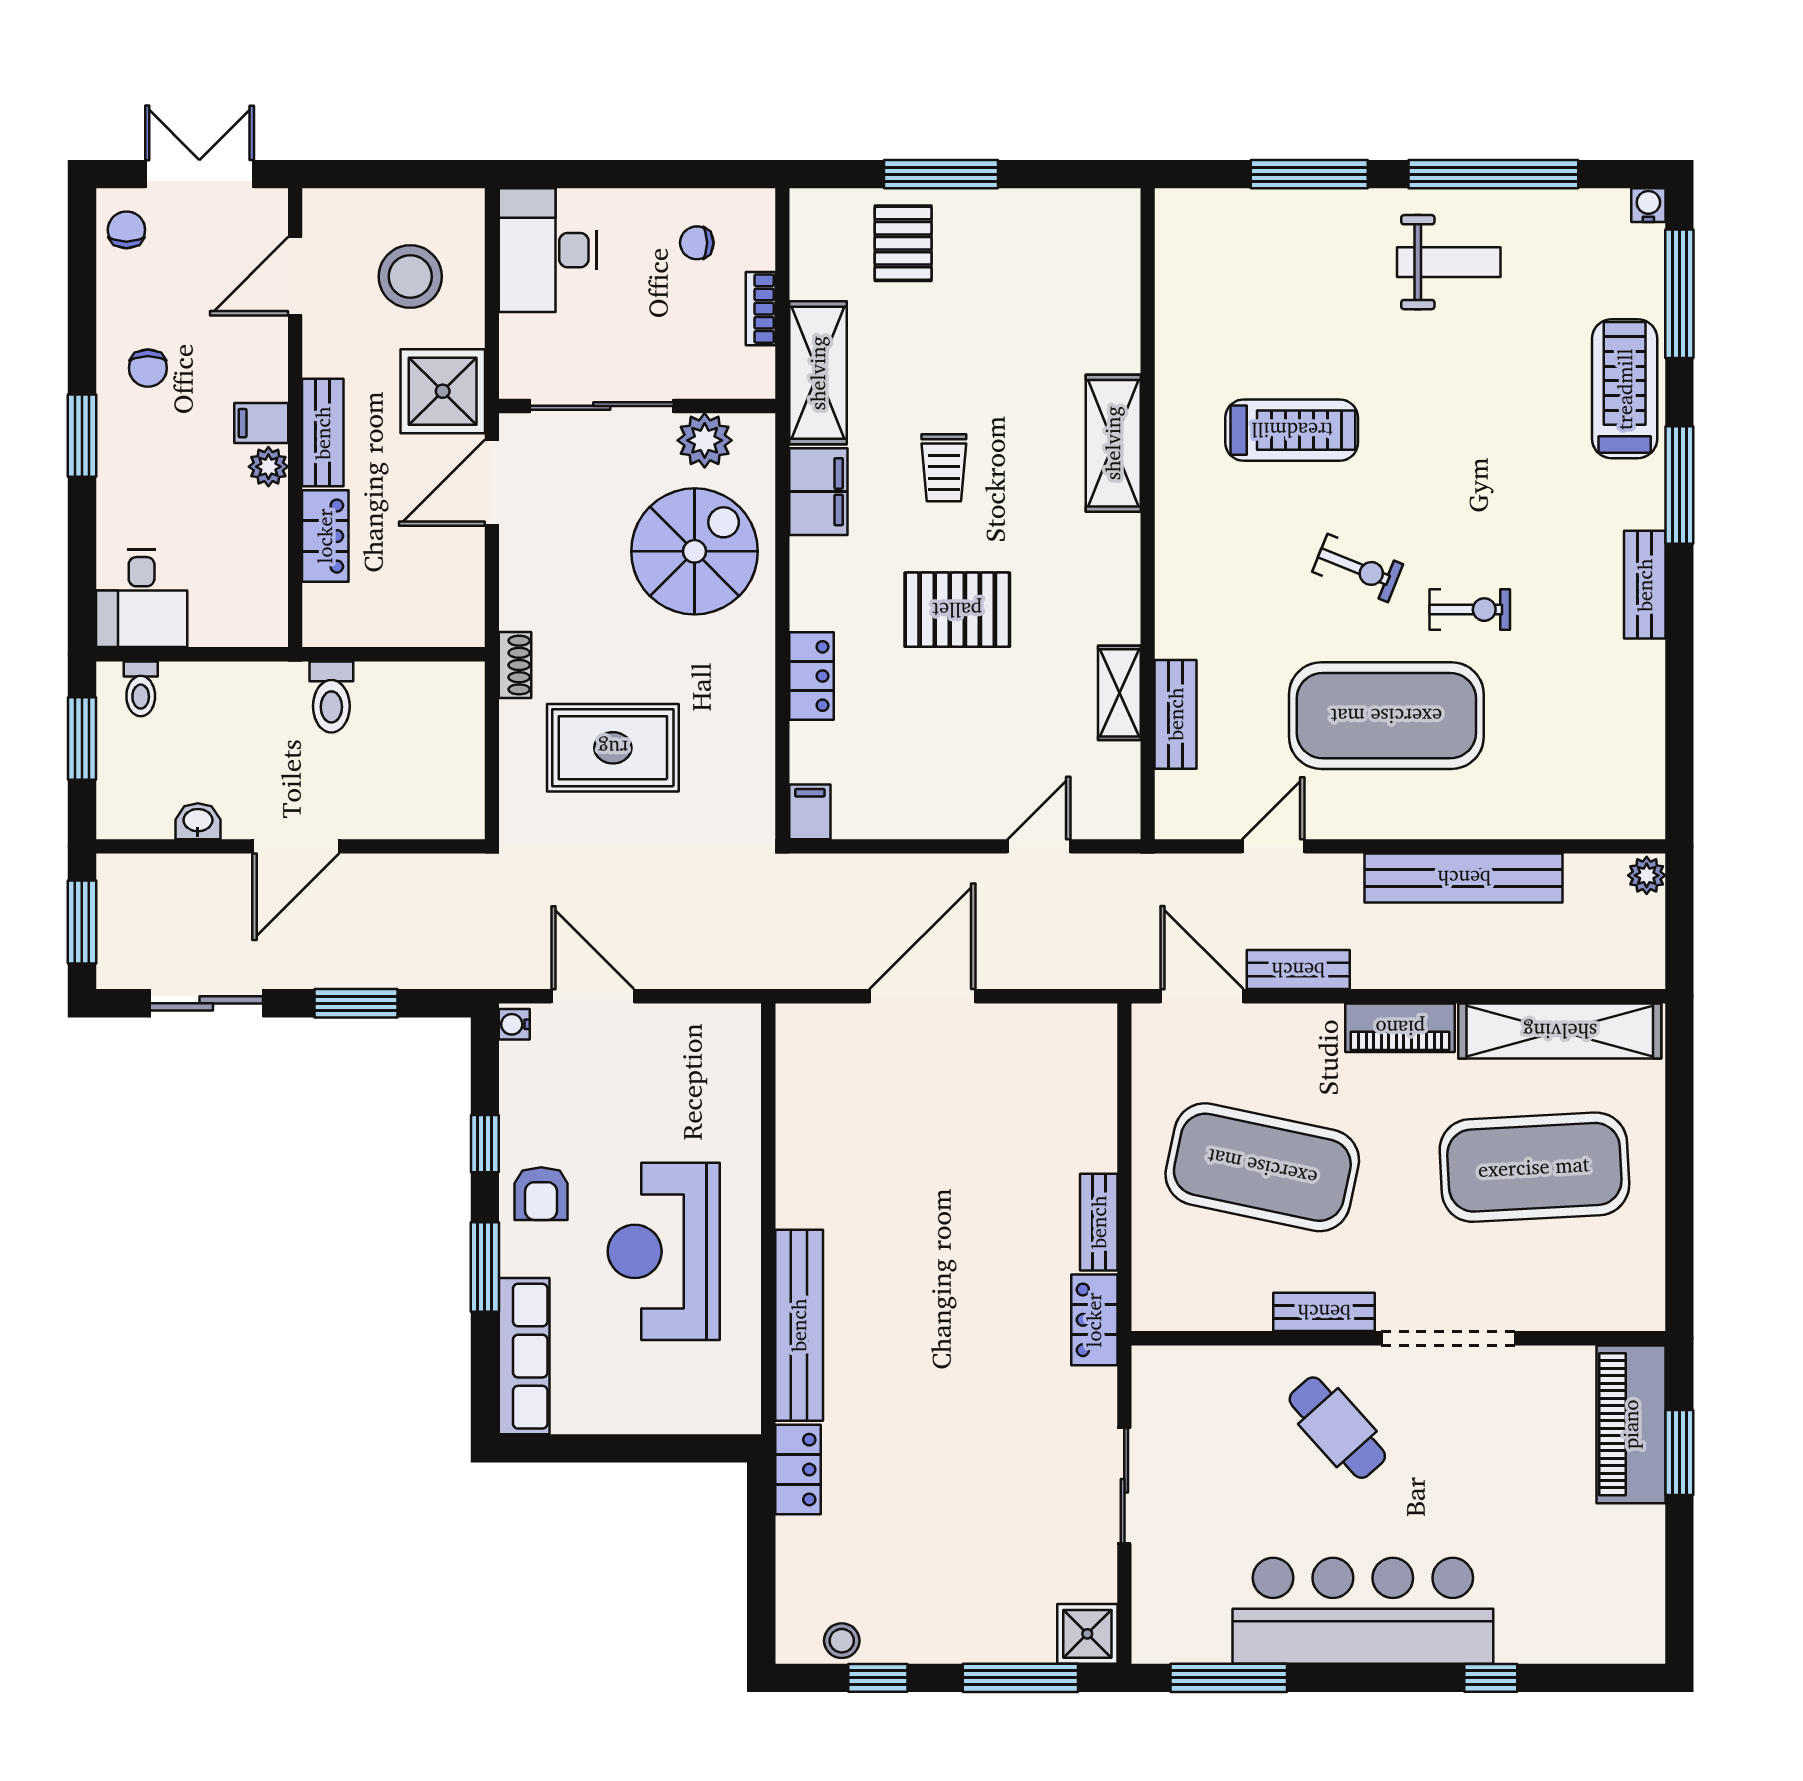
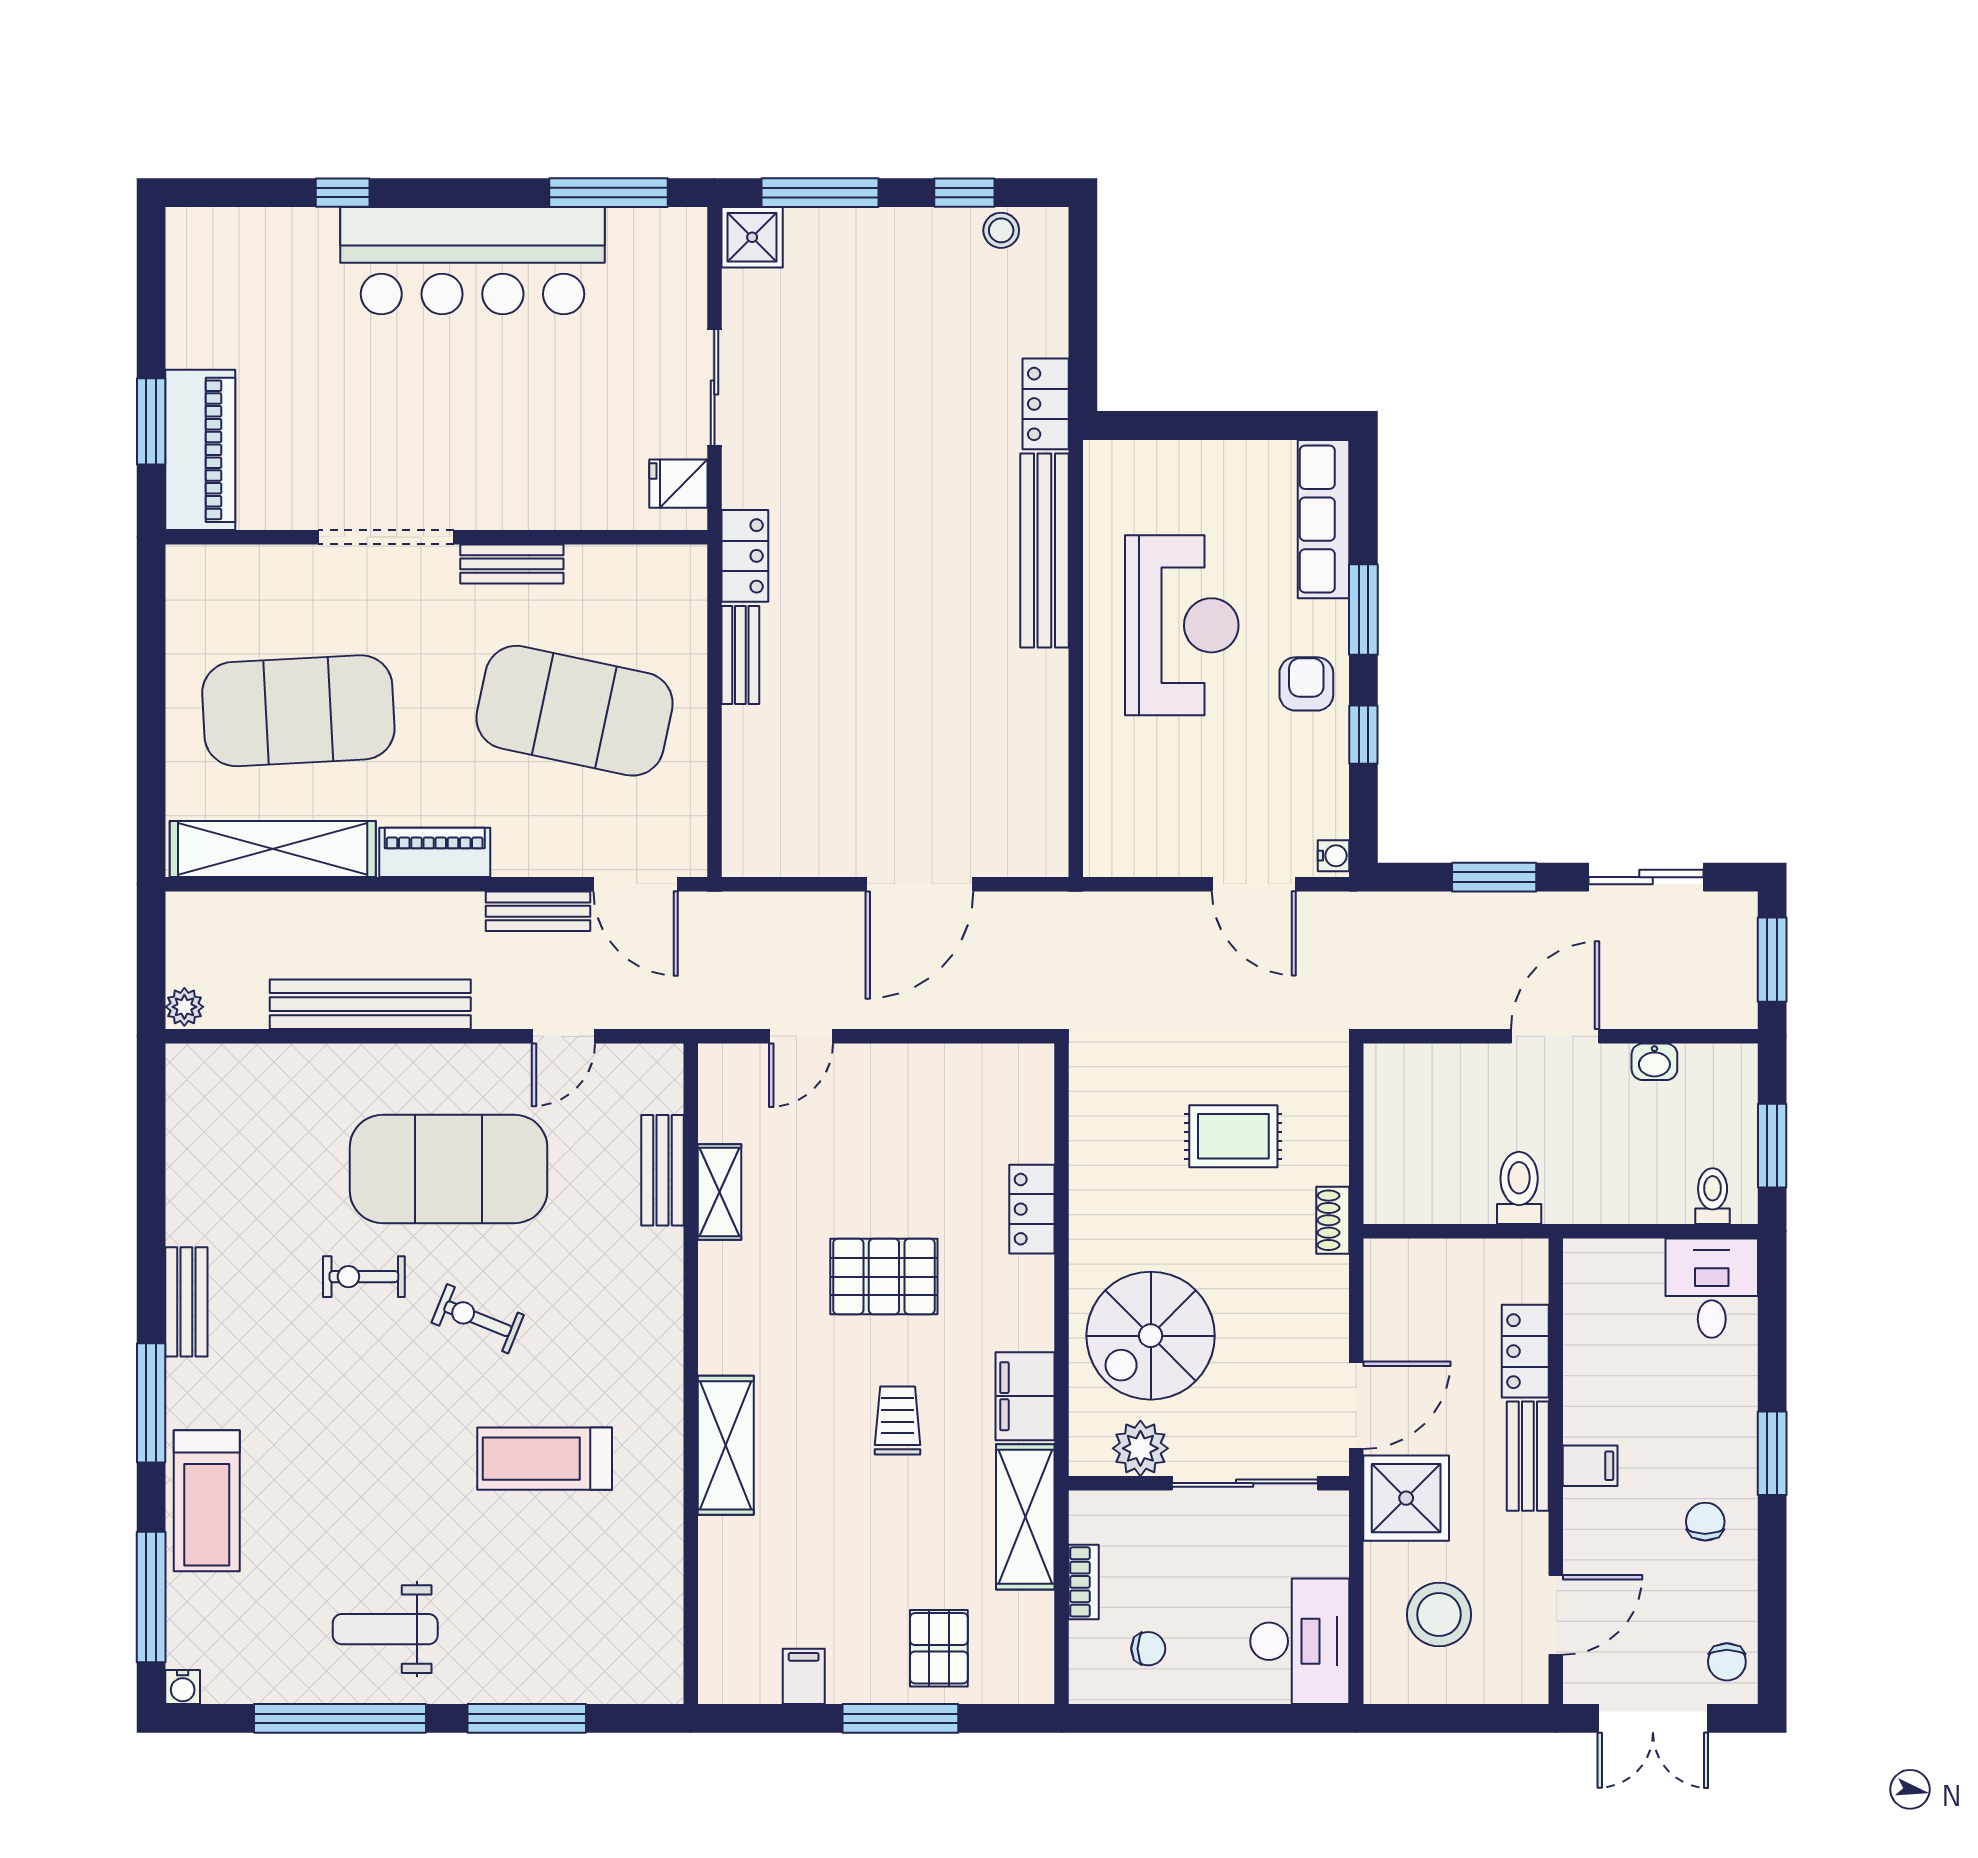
plant: (268, 467) -> (1583, 1422), removed
rug: (613, 748) -> (1233, 1136), width x0.73, depth x0.70
filing cabinet: (810, 812) -> (804, 1676), moved, turned 180
fridge: (1160, 1391) -> (678, 484), added
cafe table: (1337, 1428) -> (498, 446), removed

